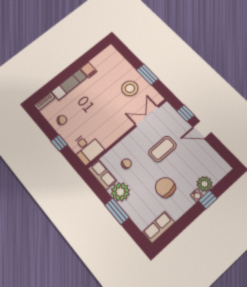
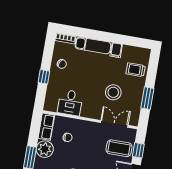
trolley: (117, 67) -> (136, 70), added
stool: (130, 88) -> (113, 92), moved
desk: (87, 148) -> (70, 103), moved
coffee table: (162, 149) -> (119, 148), moved

